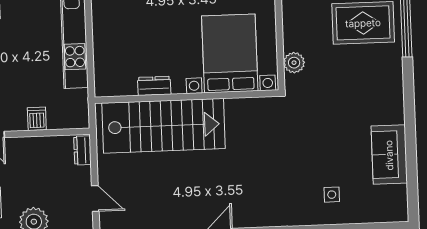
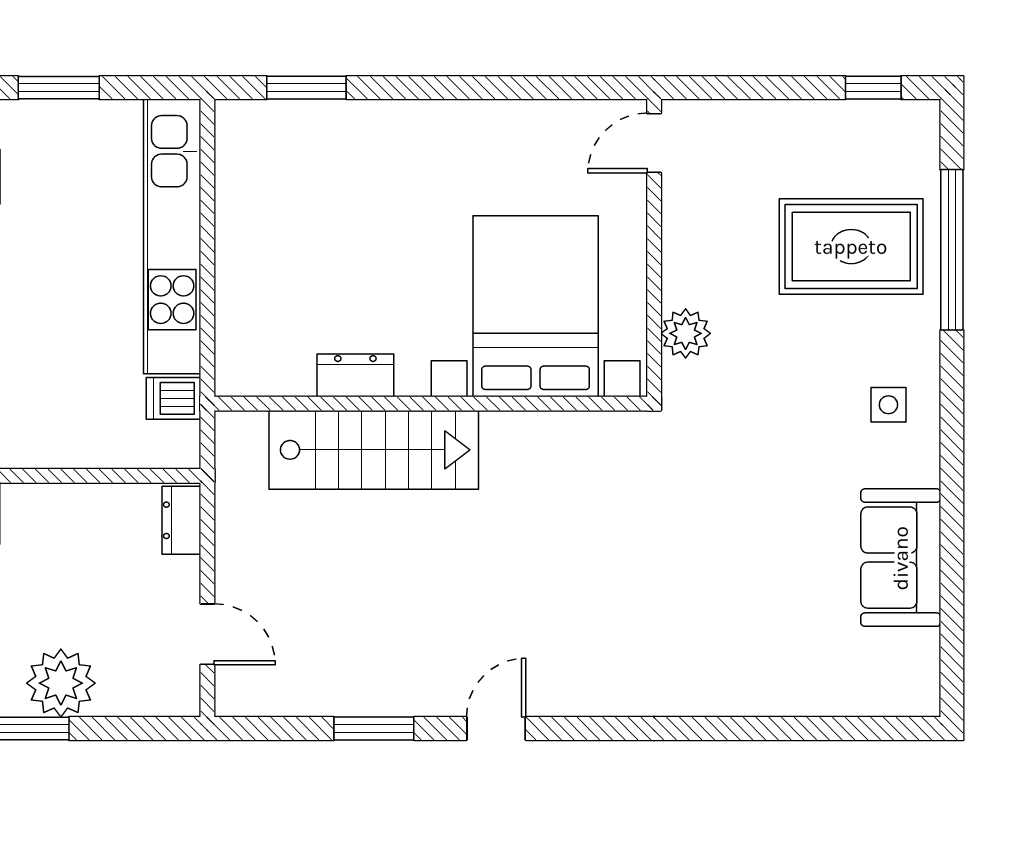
dishwasher: (37, 119) -> (173, 398), moved, turned -90
stairs: (163, 126) -> (374, 450), width x0.73, depth x0.66
side table: (332, 195) -> (888, 405), moved

